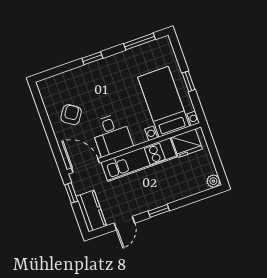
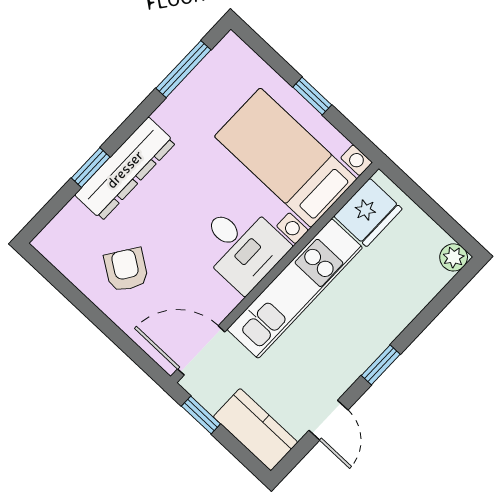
window: (92, 58) -> (91, 167), moved
dresser: (93, 71) -> (125, 169), added
desk: (112, 135) -> (242, 246), moved

